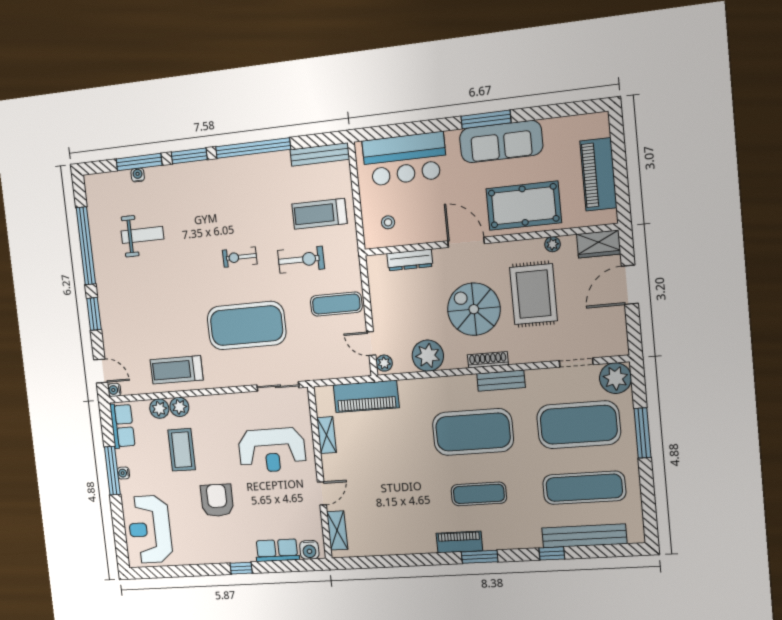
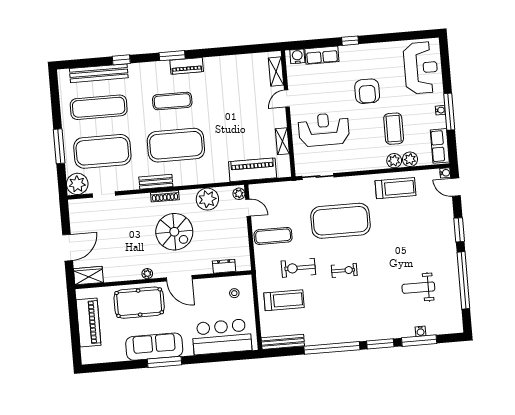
plant: (553, 244) -> (147, 274), moved
dresser: (410, 260) -> (224, 266), width x0.70
rug: (534, 294) -> (133, 242), removed

